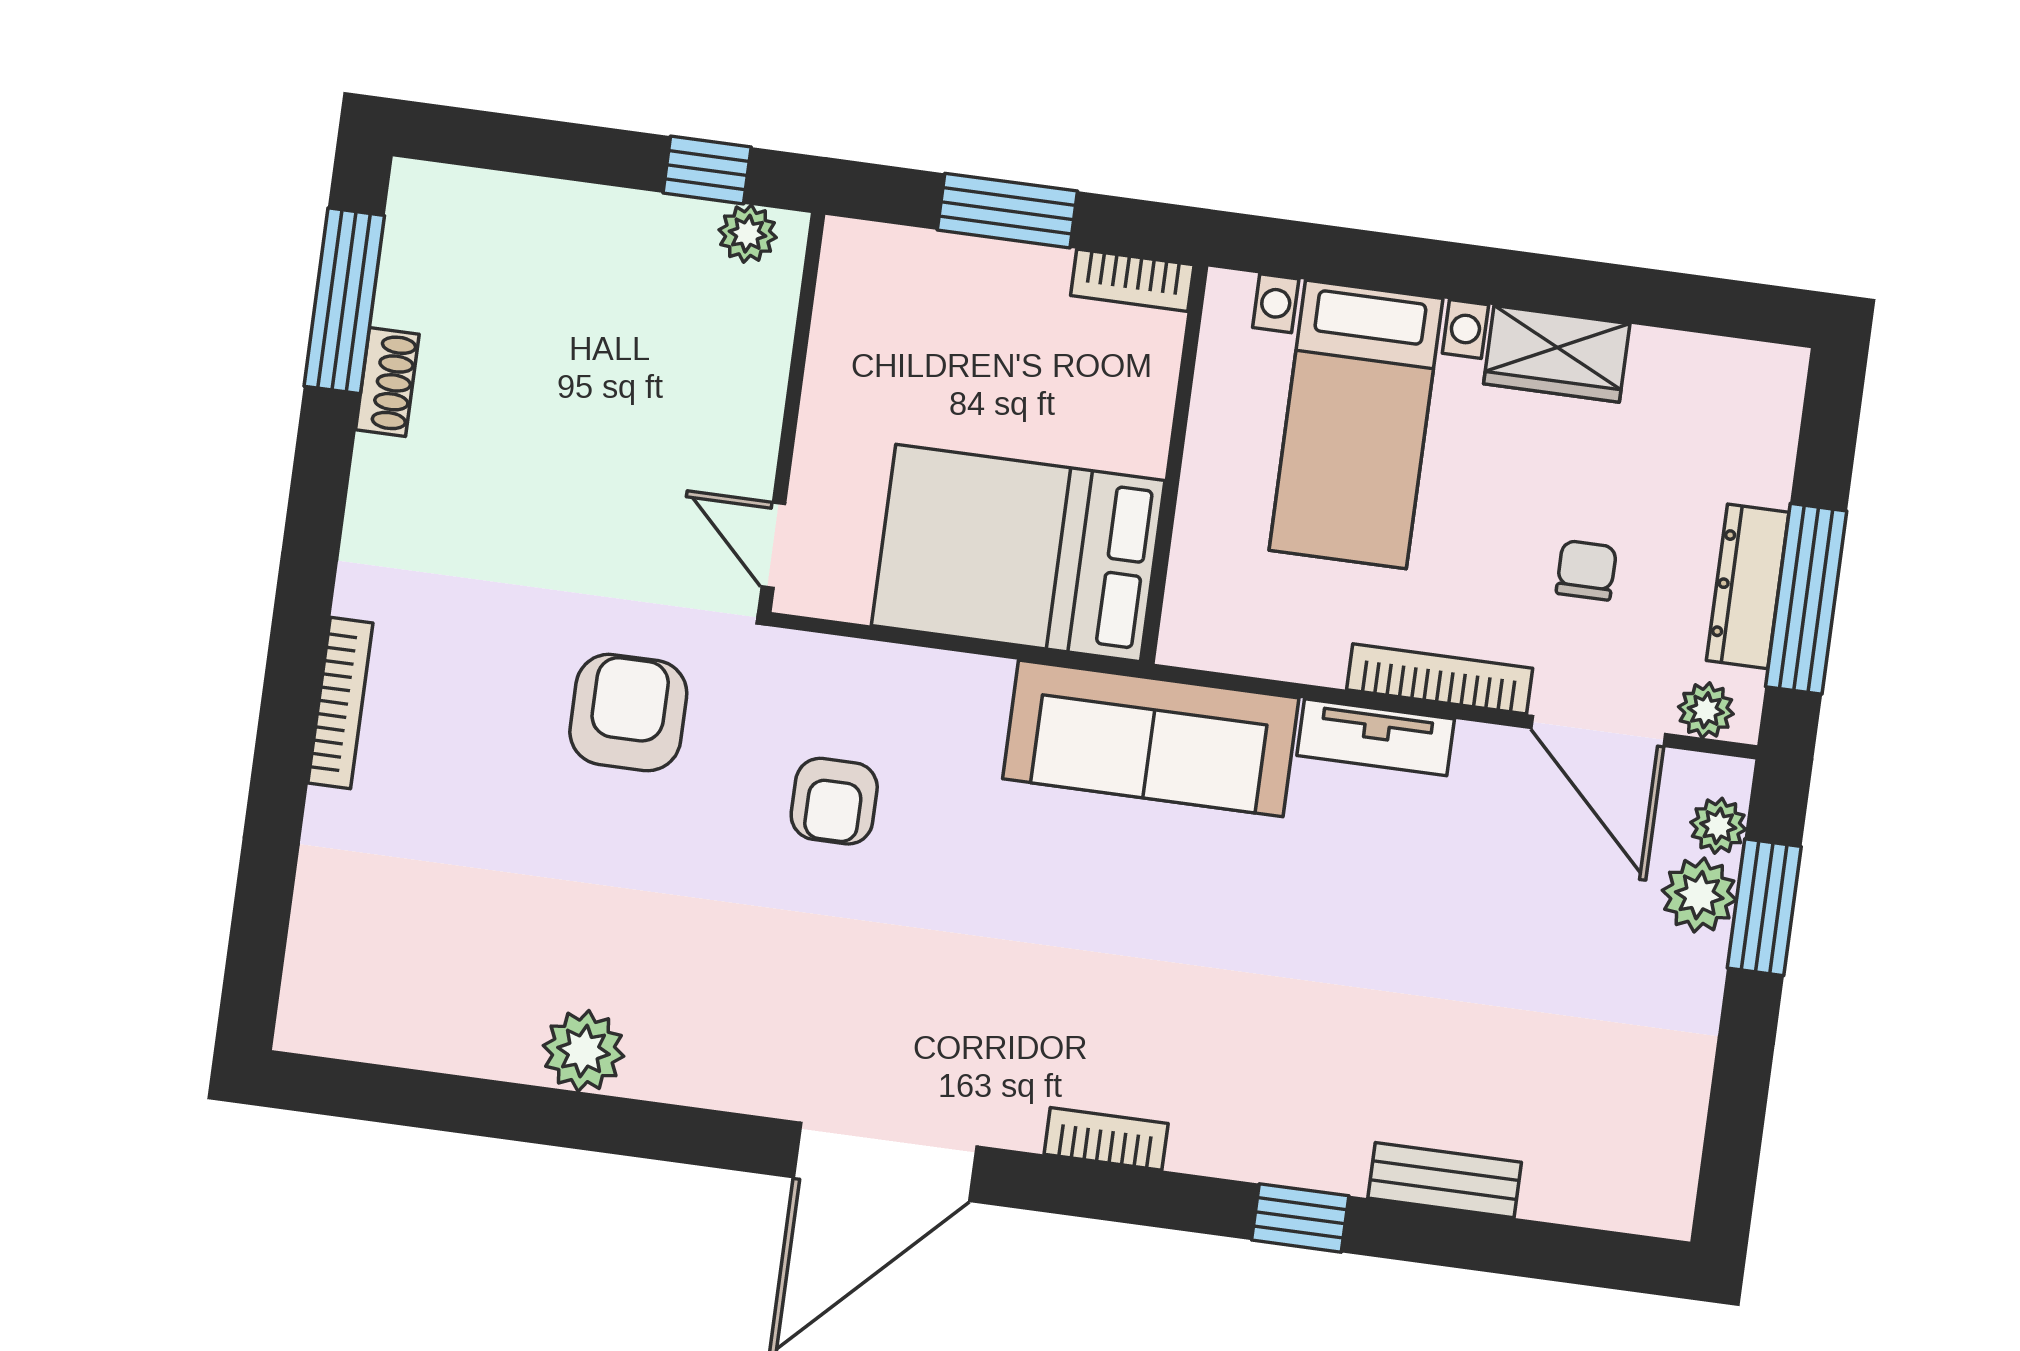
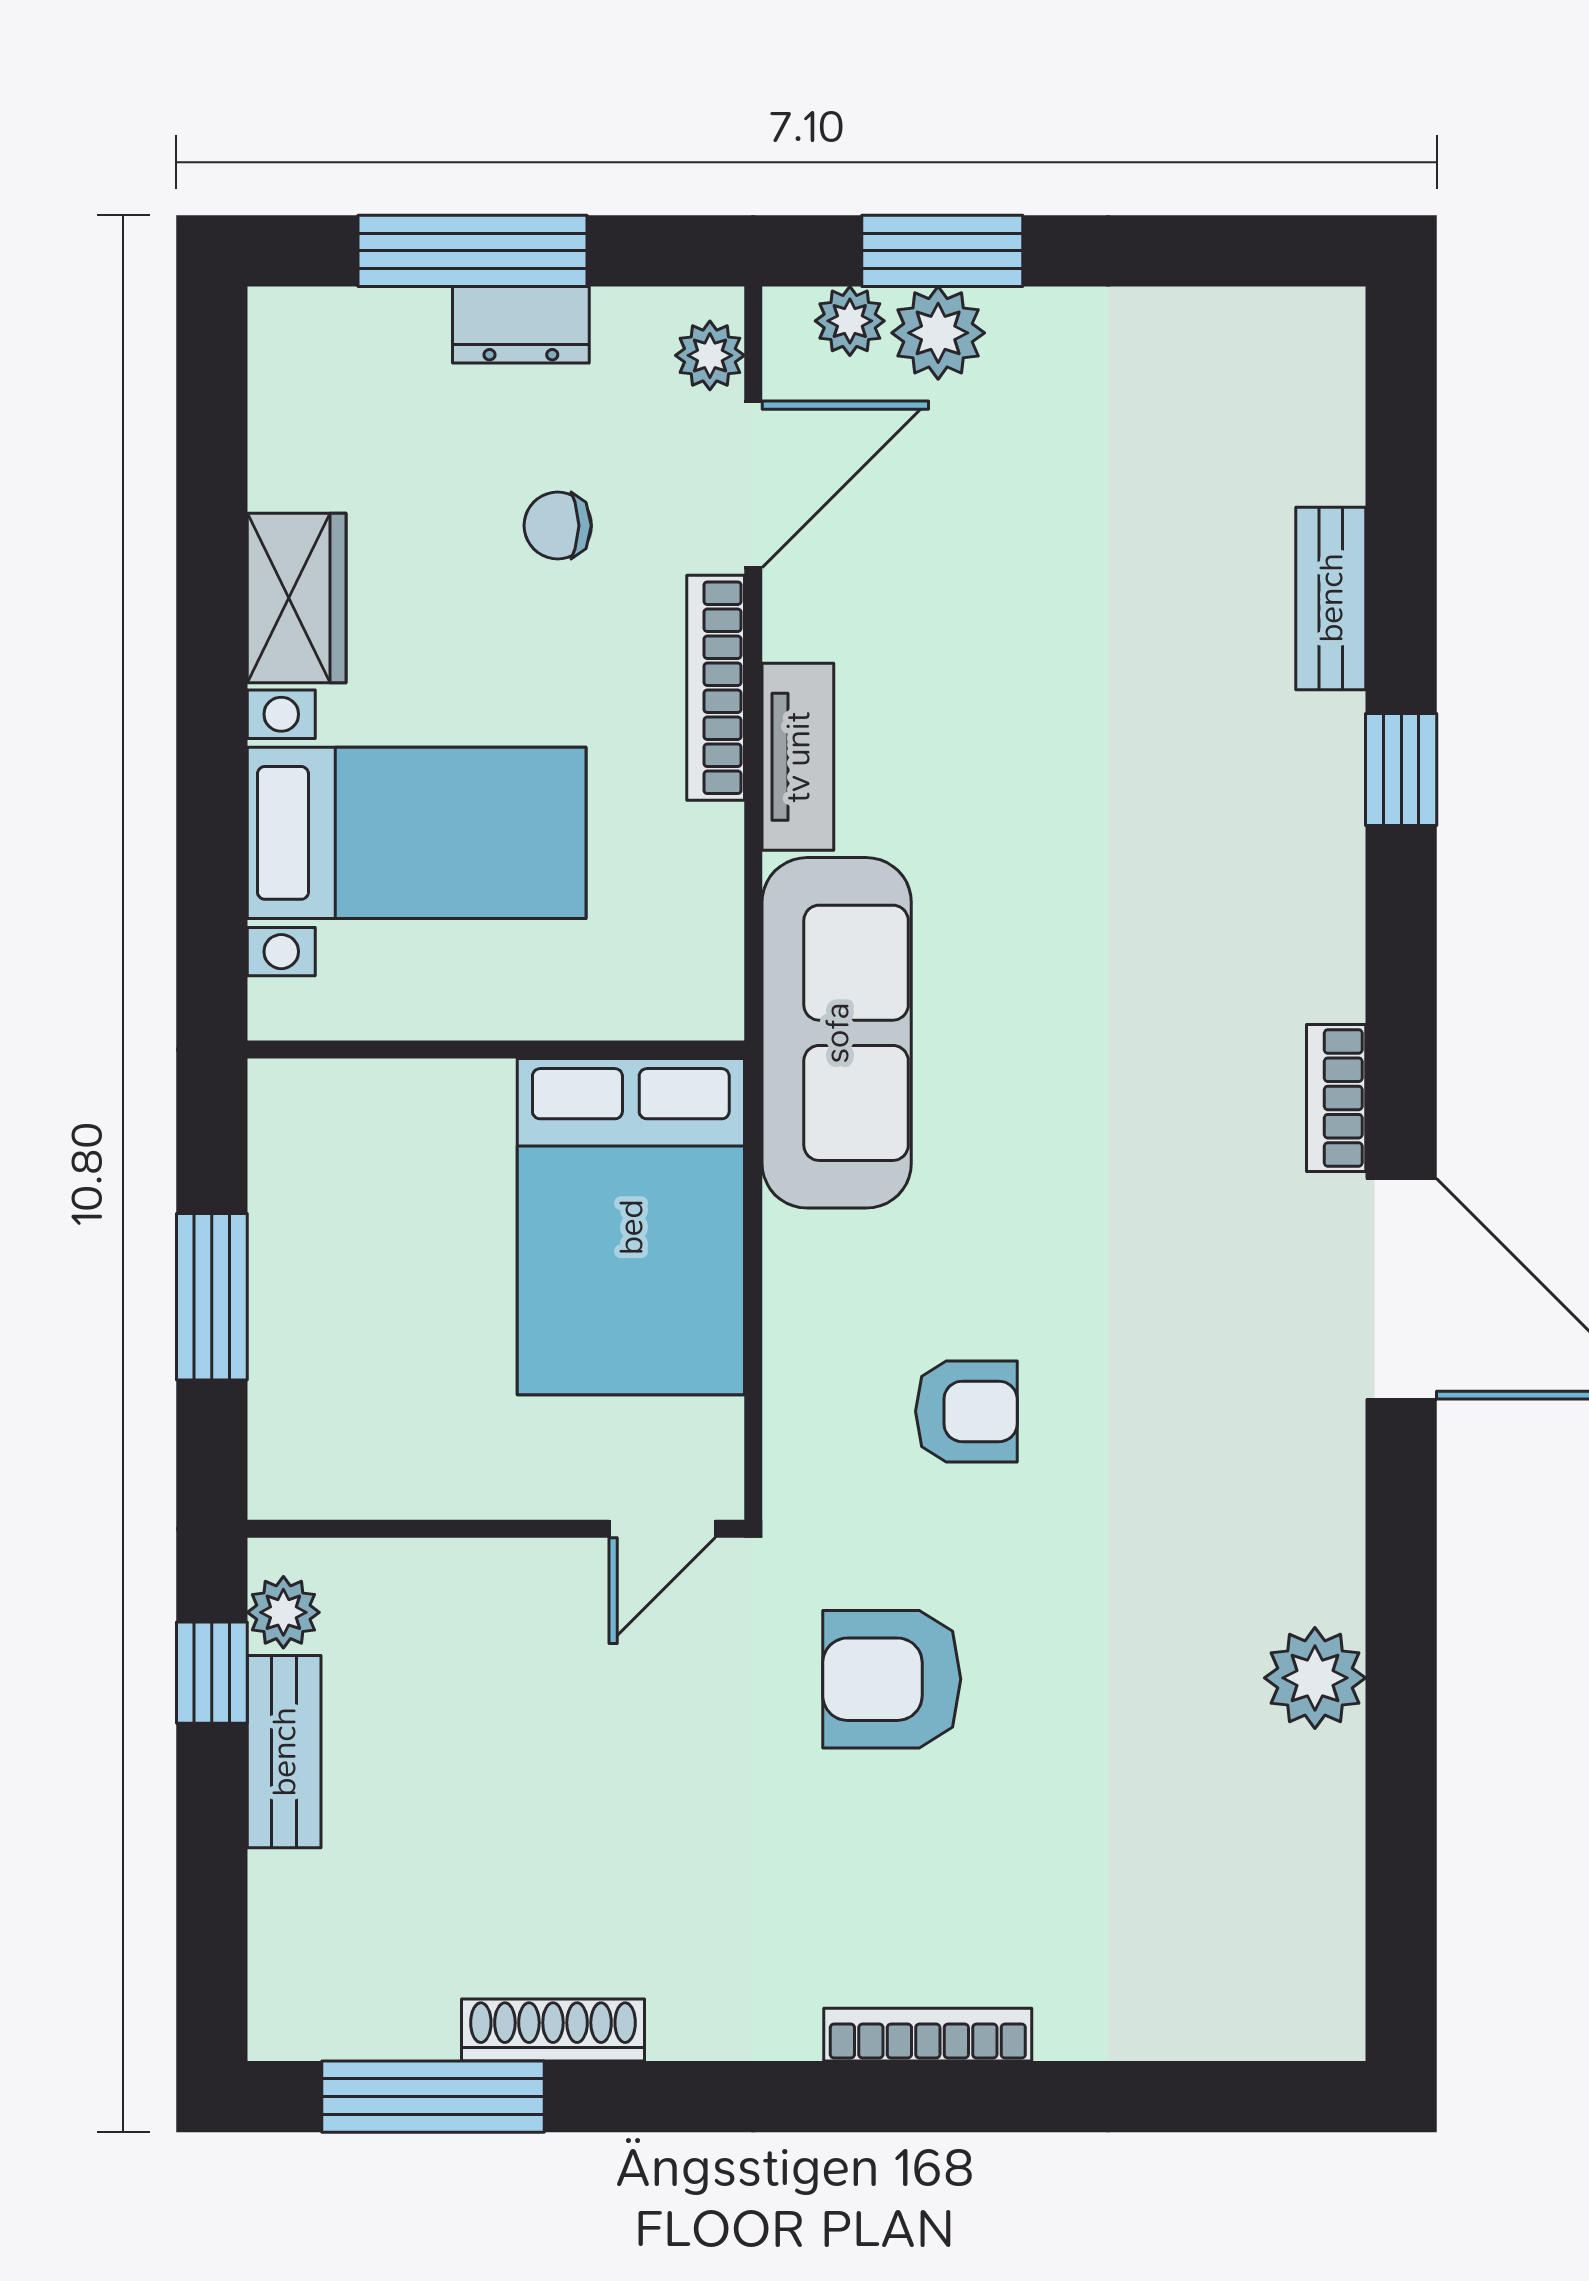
bench: (636, 219) -> (284, 1752), added
bookcase: (1132, 280) -> (277, 1132), removed
shoe rack: (387, 382) -> (553, 2030), width x1.43
dresser: (1748, 586) -> (521, 325), width x0.70
window: (1806, 599) -> (472, 251), moved
bookcase: (1106, 1139) -> (1336, 1098), moved

